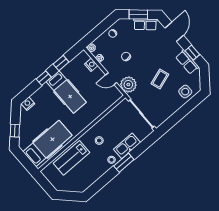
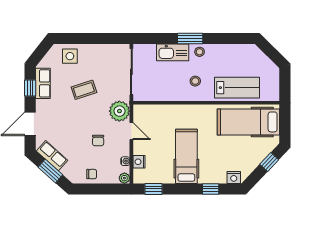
window: (61, 63) -> (154, 189), moved
window: (44, 78) -> (211, 189), moved

